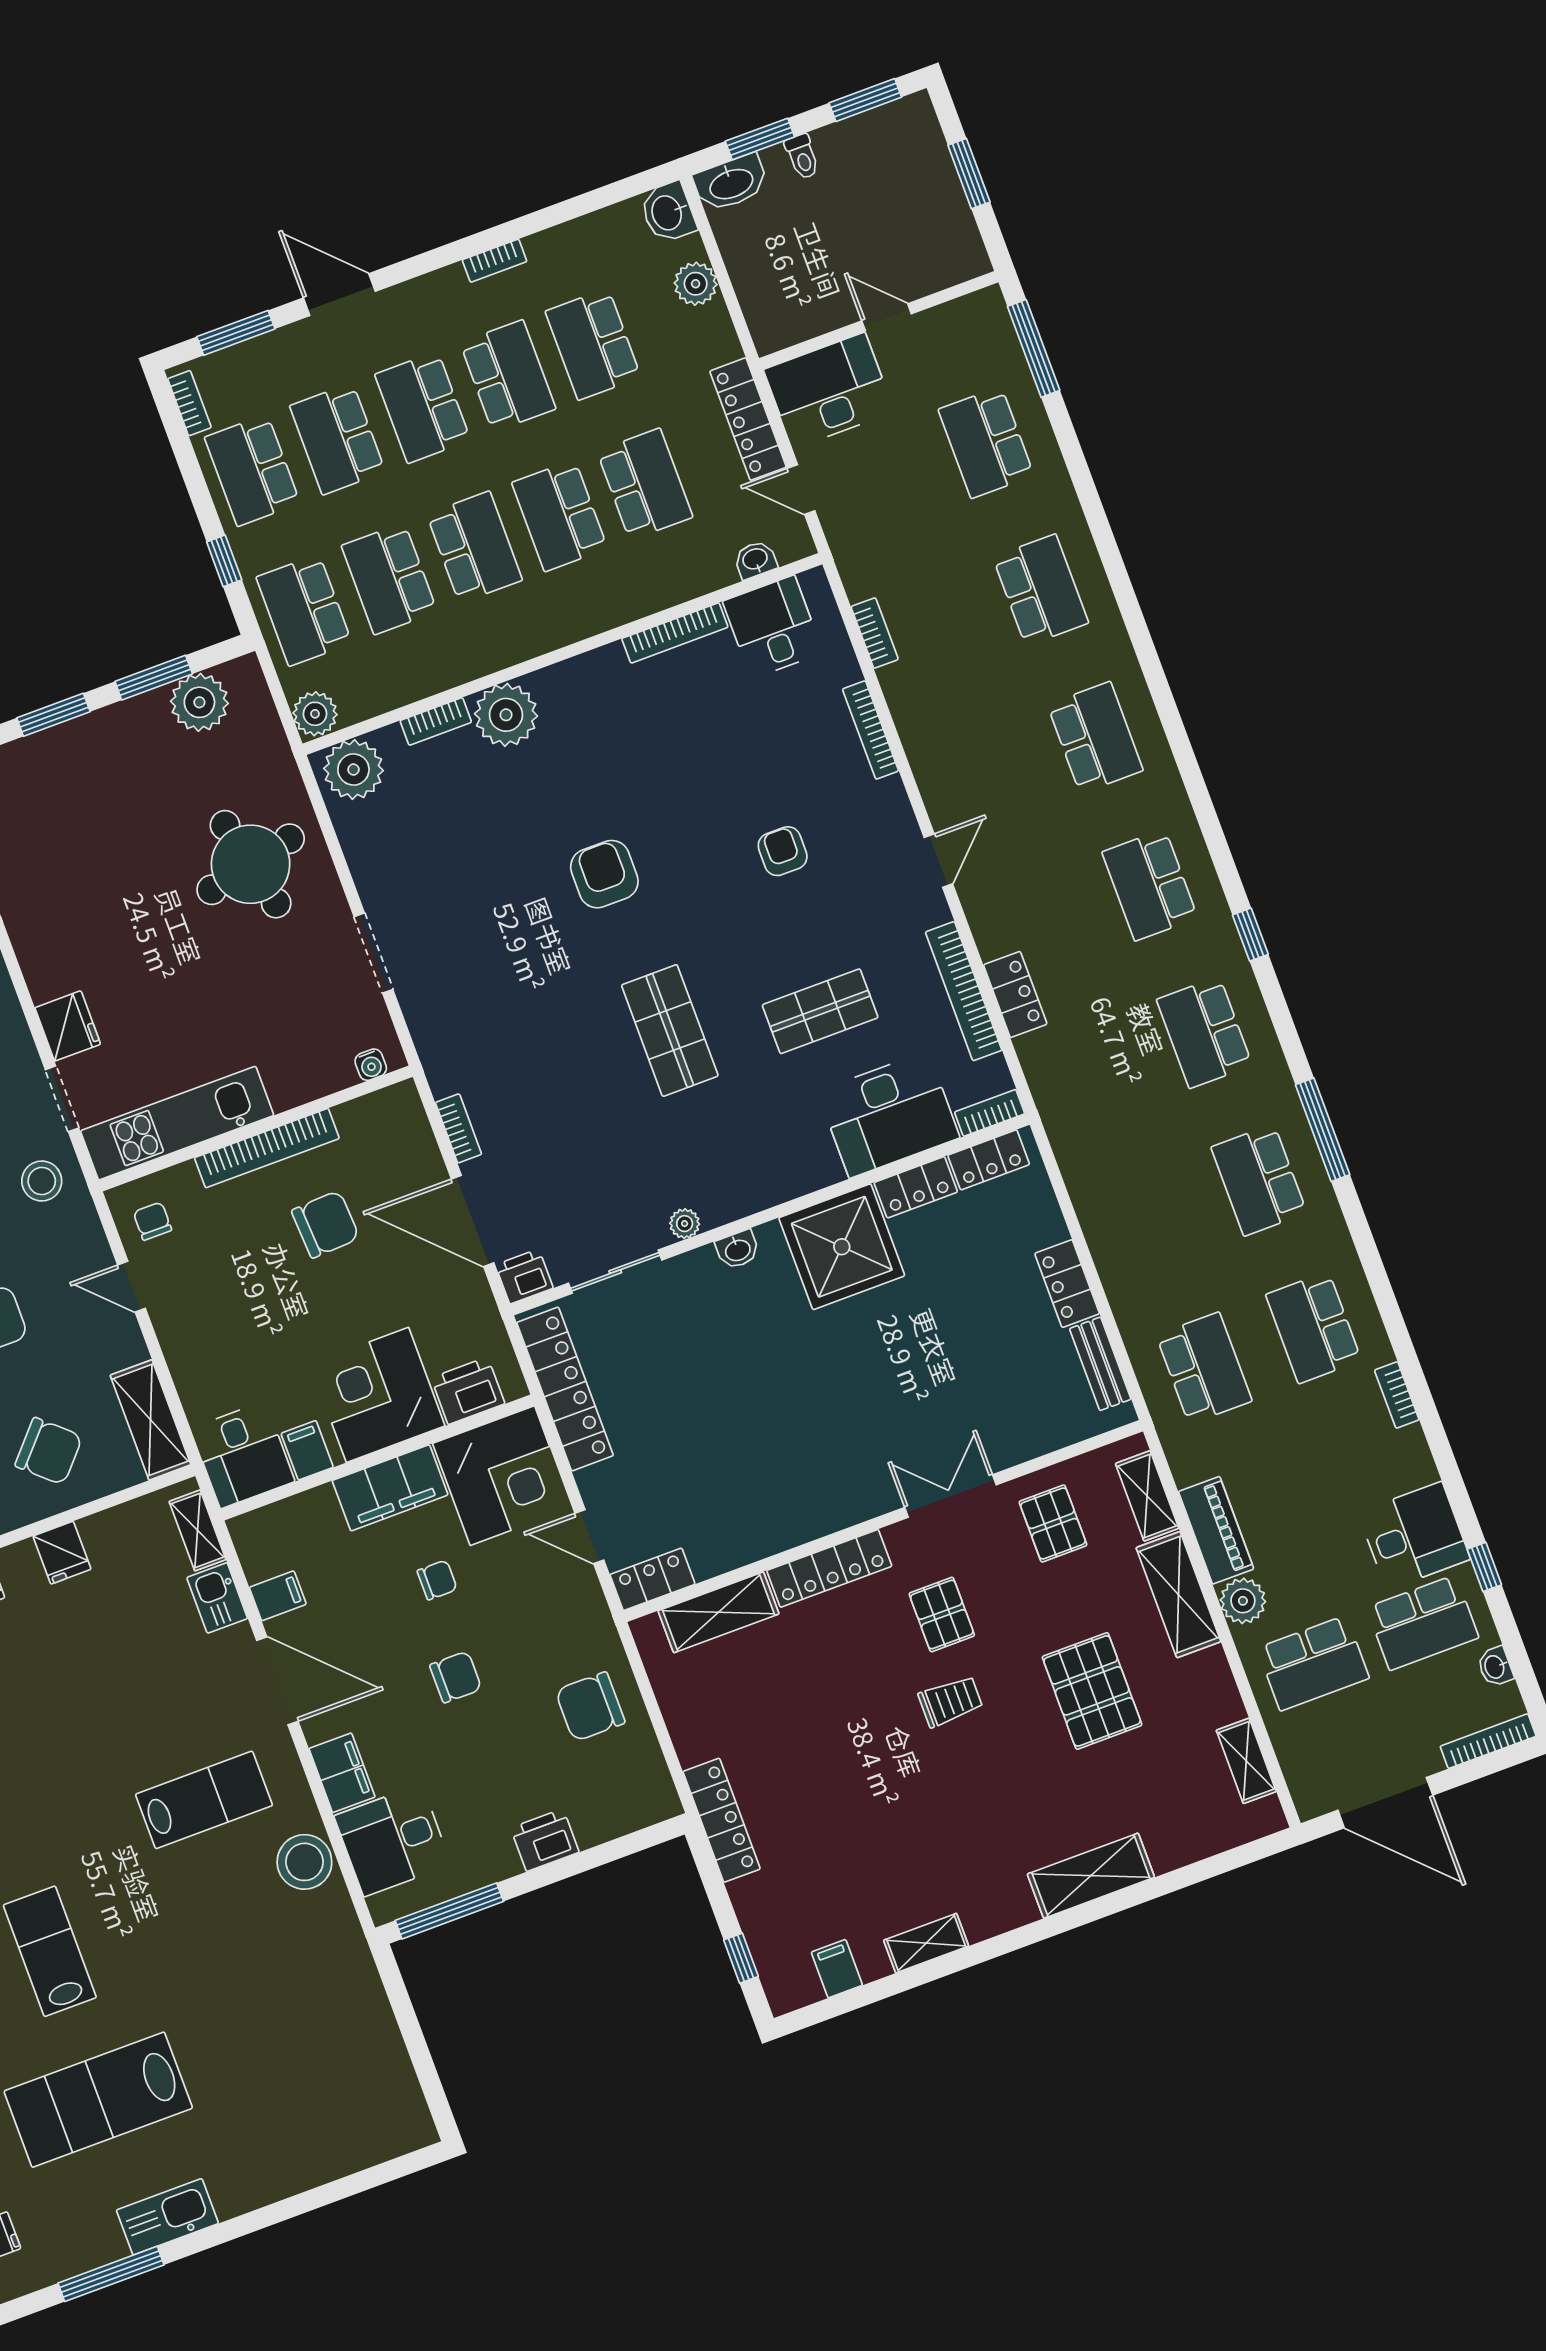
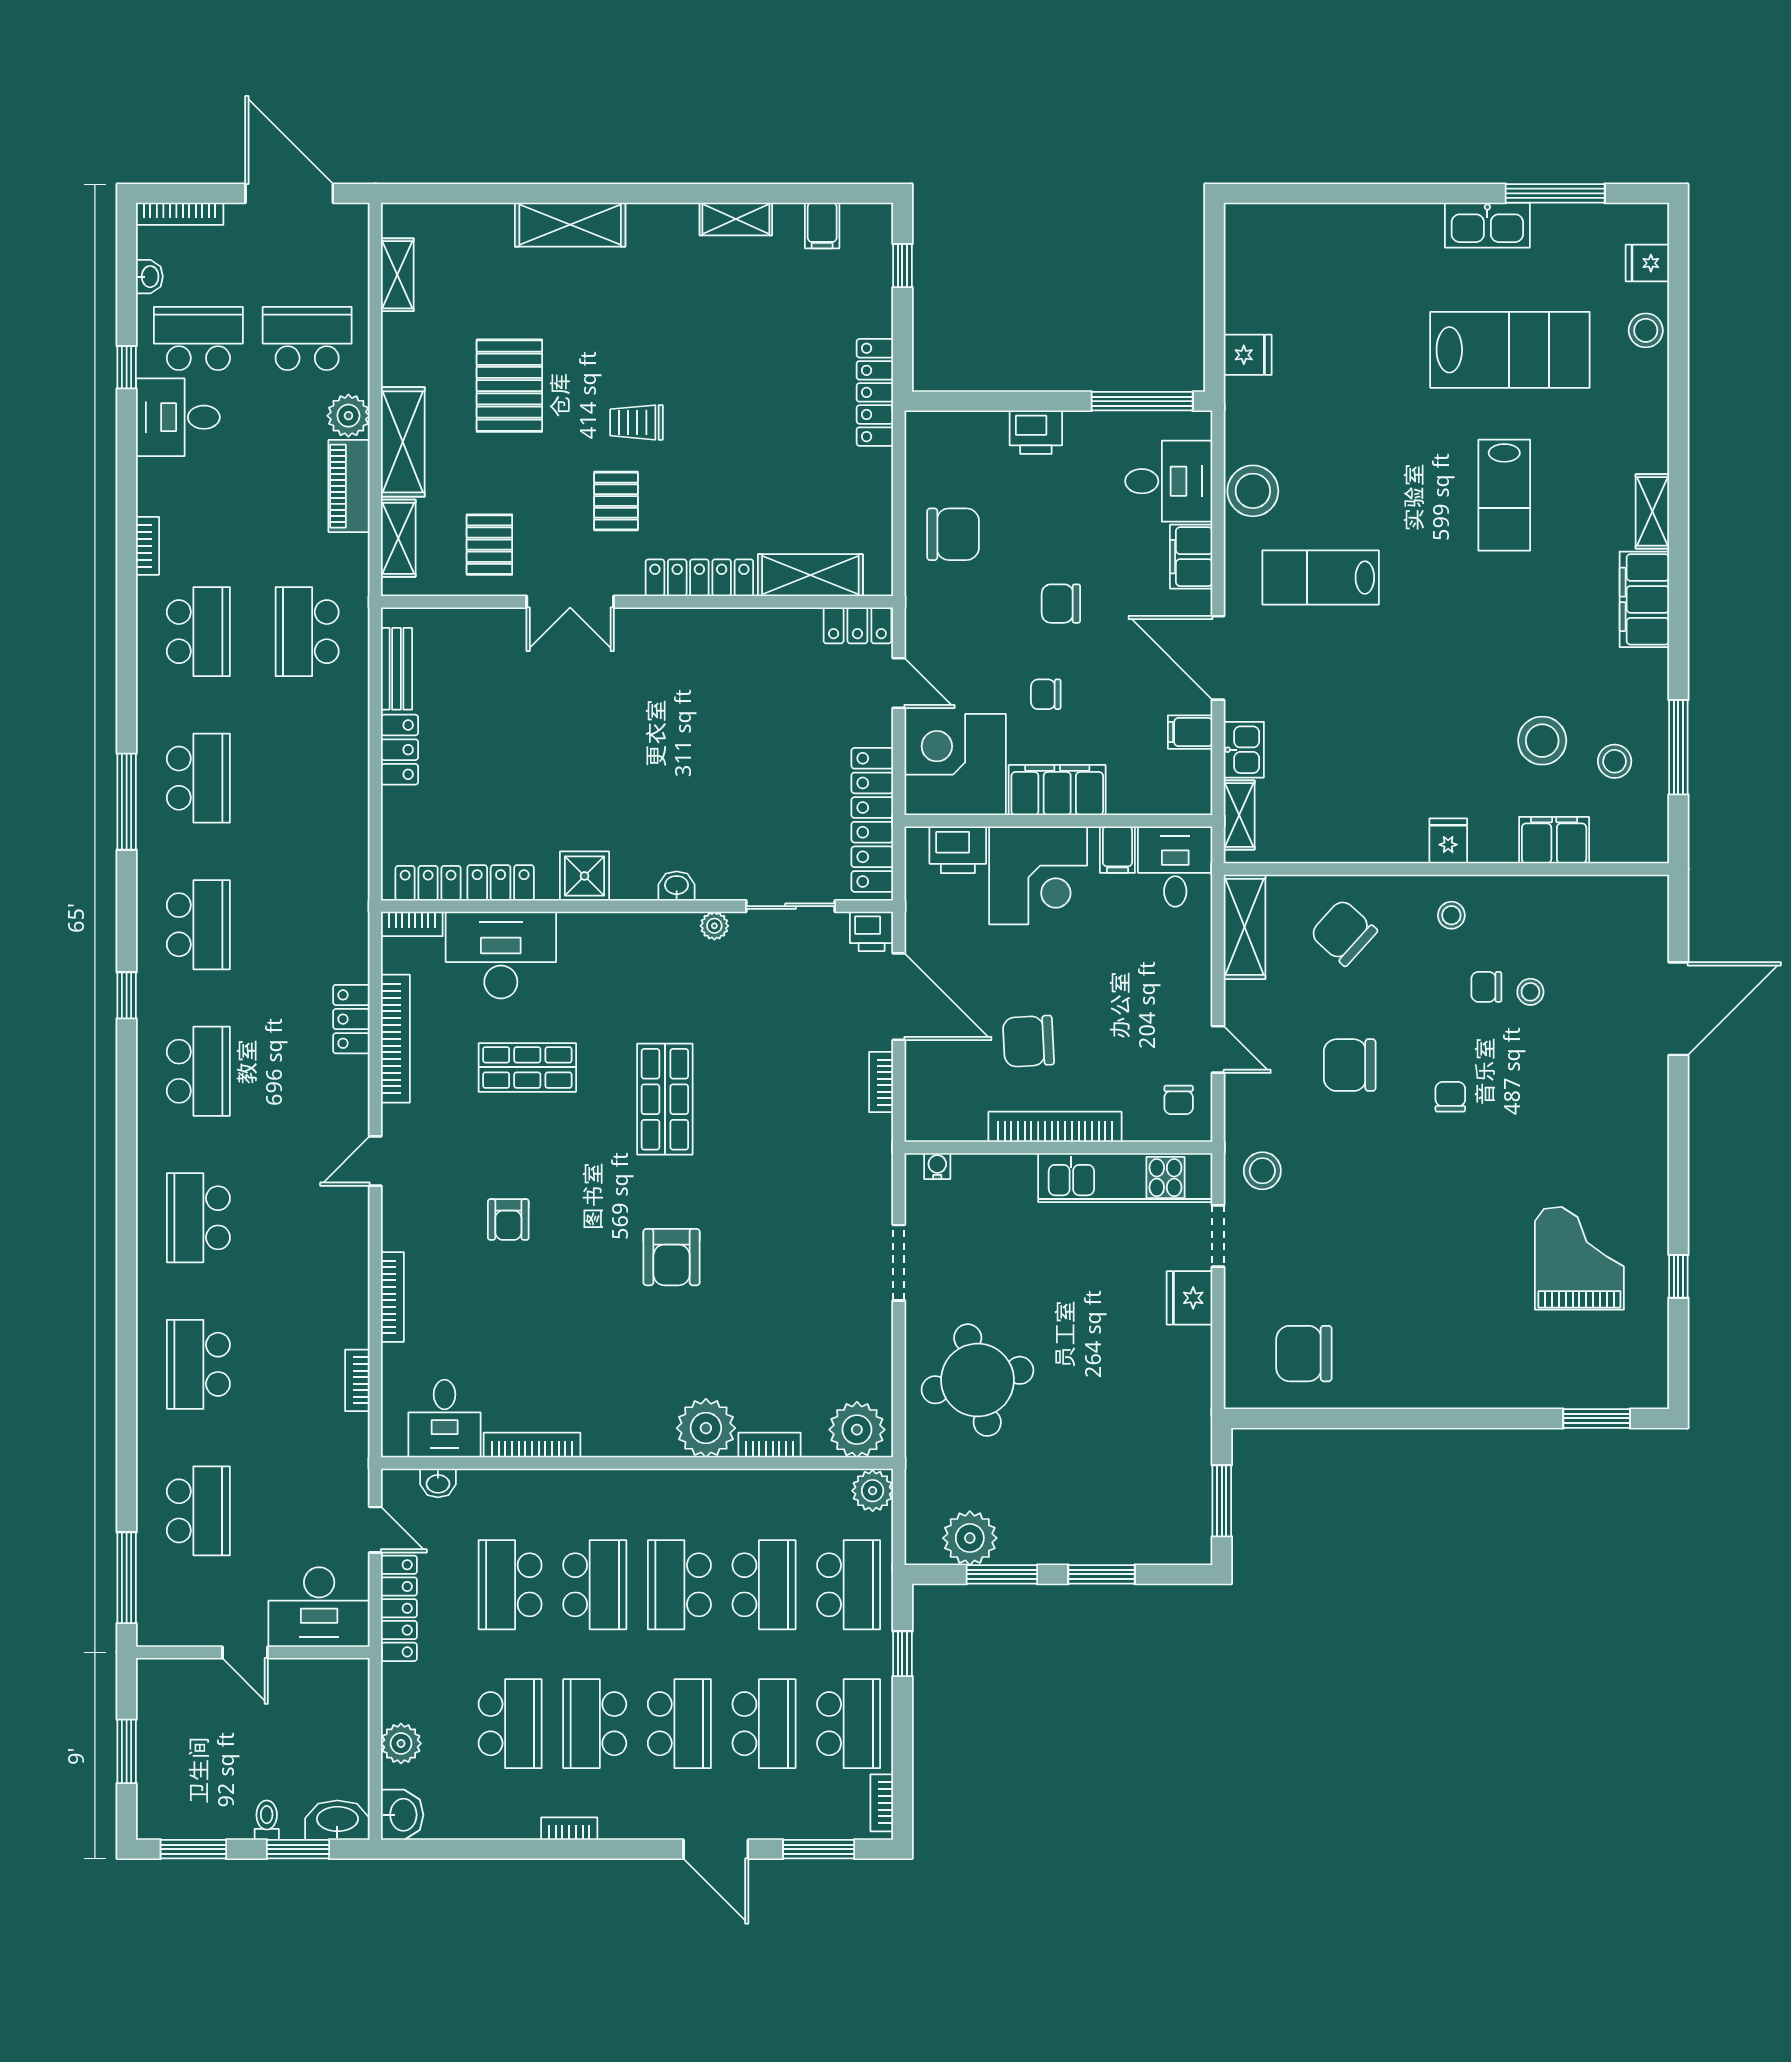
shower: (842, 1247) -> (585, 876), width x0.54, depth x0.54
fridge: (62, 1553) -> (1248, 355), moved, turned 90

